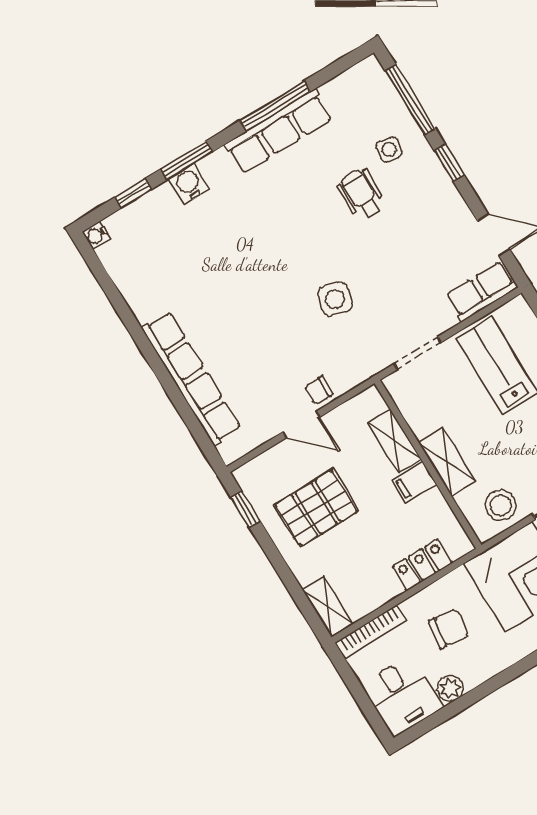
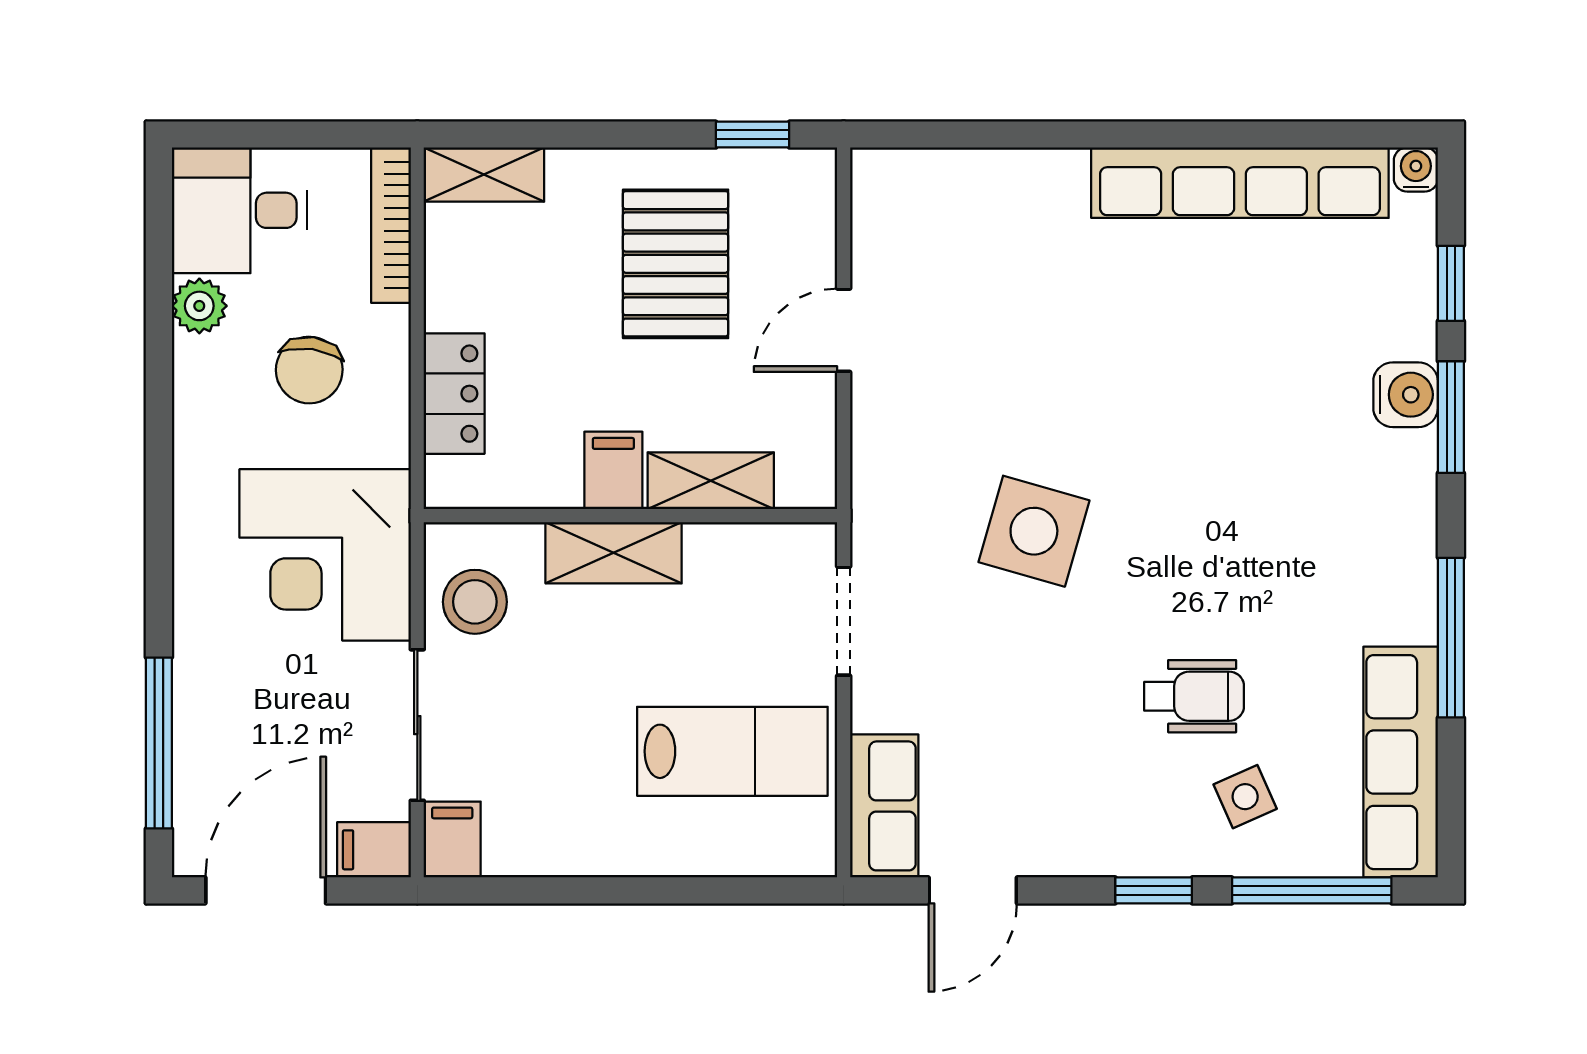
row of seats: (279, 131) -> (1401, 762), moved
side table: (389, 149) -> (1245, 797), turned -35
side table: (335, 299) -> (1034, 531), width x1.37, depth x1.37
row of seats: (191, 378) -> (1240, 183), moved
chair: (319, 391) -> (886, 400), removed

